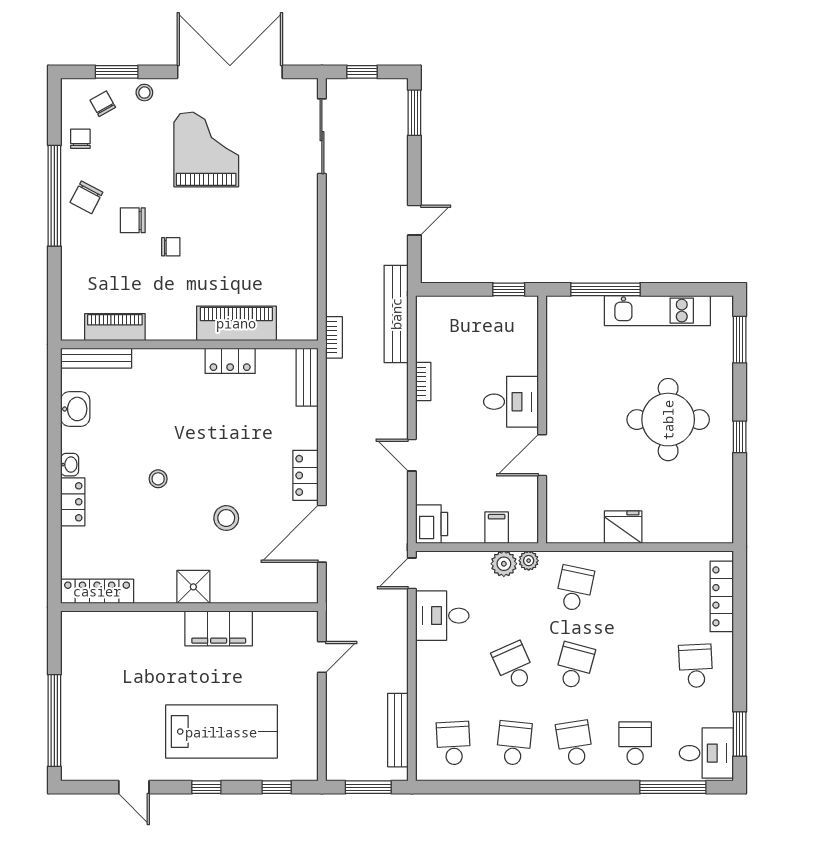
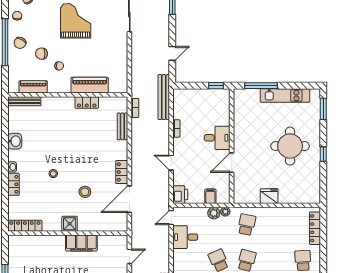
piano: (236, 323) -> (90, 85), moved
piano: (115, 327) -> (33, 87), moved
wall: (189, 344) -> (68, 95), moved
bench: (96, 358) -> (24, 101), moved
locker: (230, 361) -> (87, 103), moved

